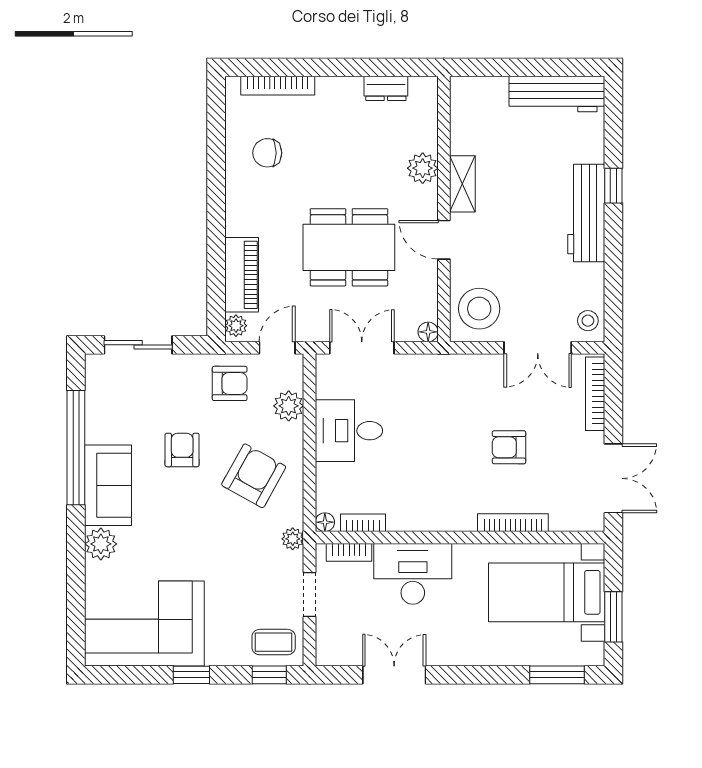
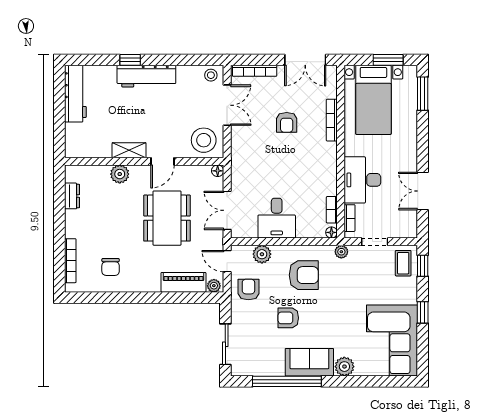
armchair: (254, 476) -> (304, 275), turned 151
double door: (613, 478) -> (305, 60), swing flipped

